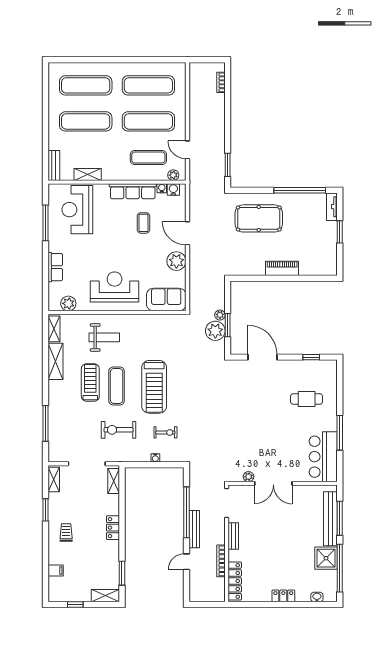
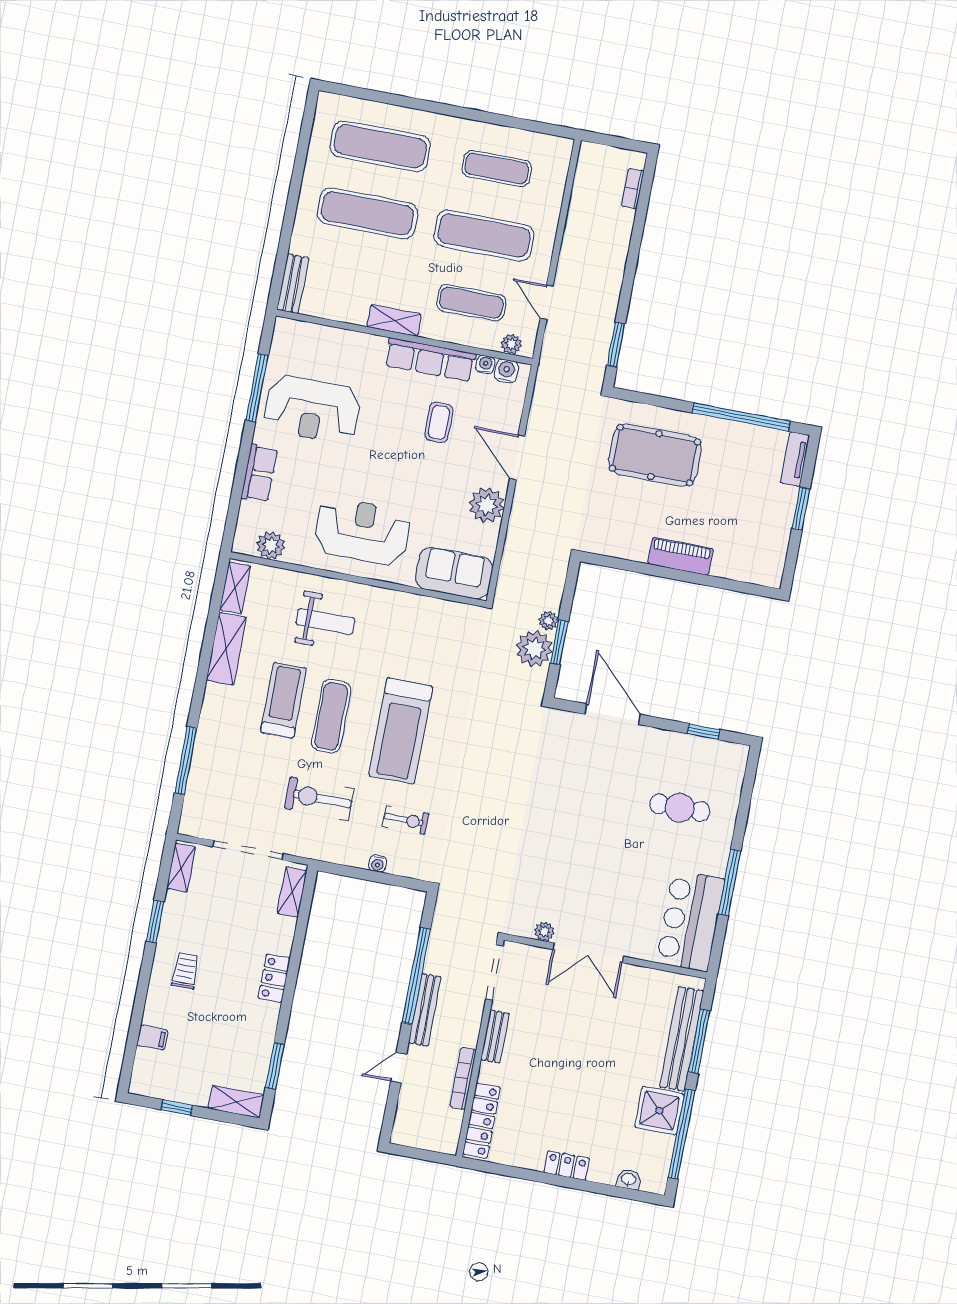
exercise mat: (148, 85) -> (497, 168), width x0.73, depth x0.69
shelving: (88, 174) -> (394, 320), moved
reception desk: (77, 210) -> (312, 409), moved, turned -90

